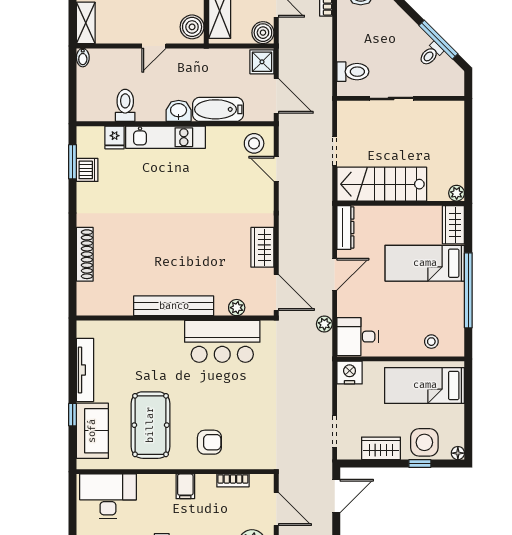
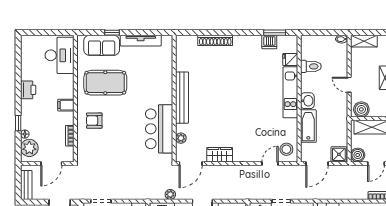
armchair: (209, 442) -> (94, 121), turned 90

